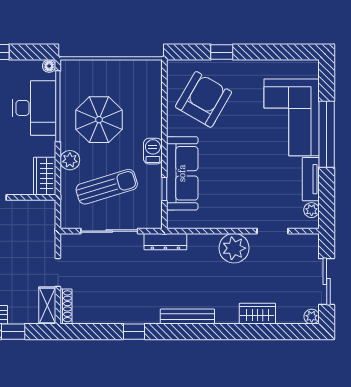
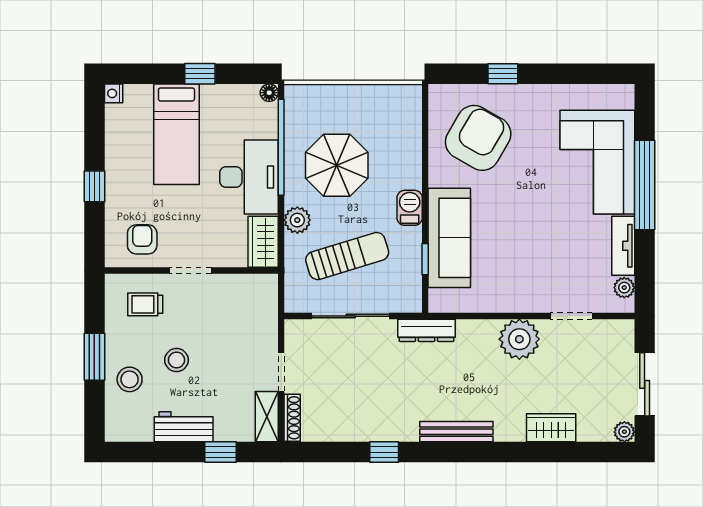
desk: (34, 108) -> (249, 177), moved

